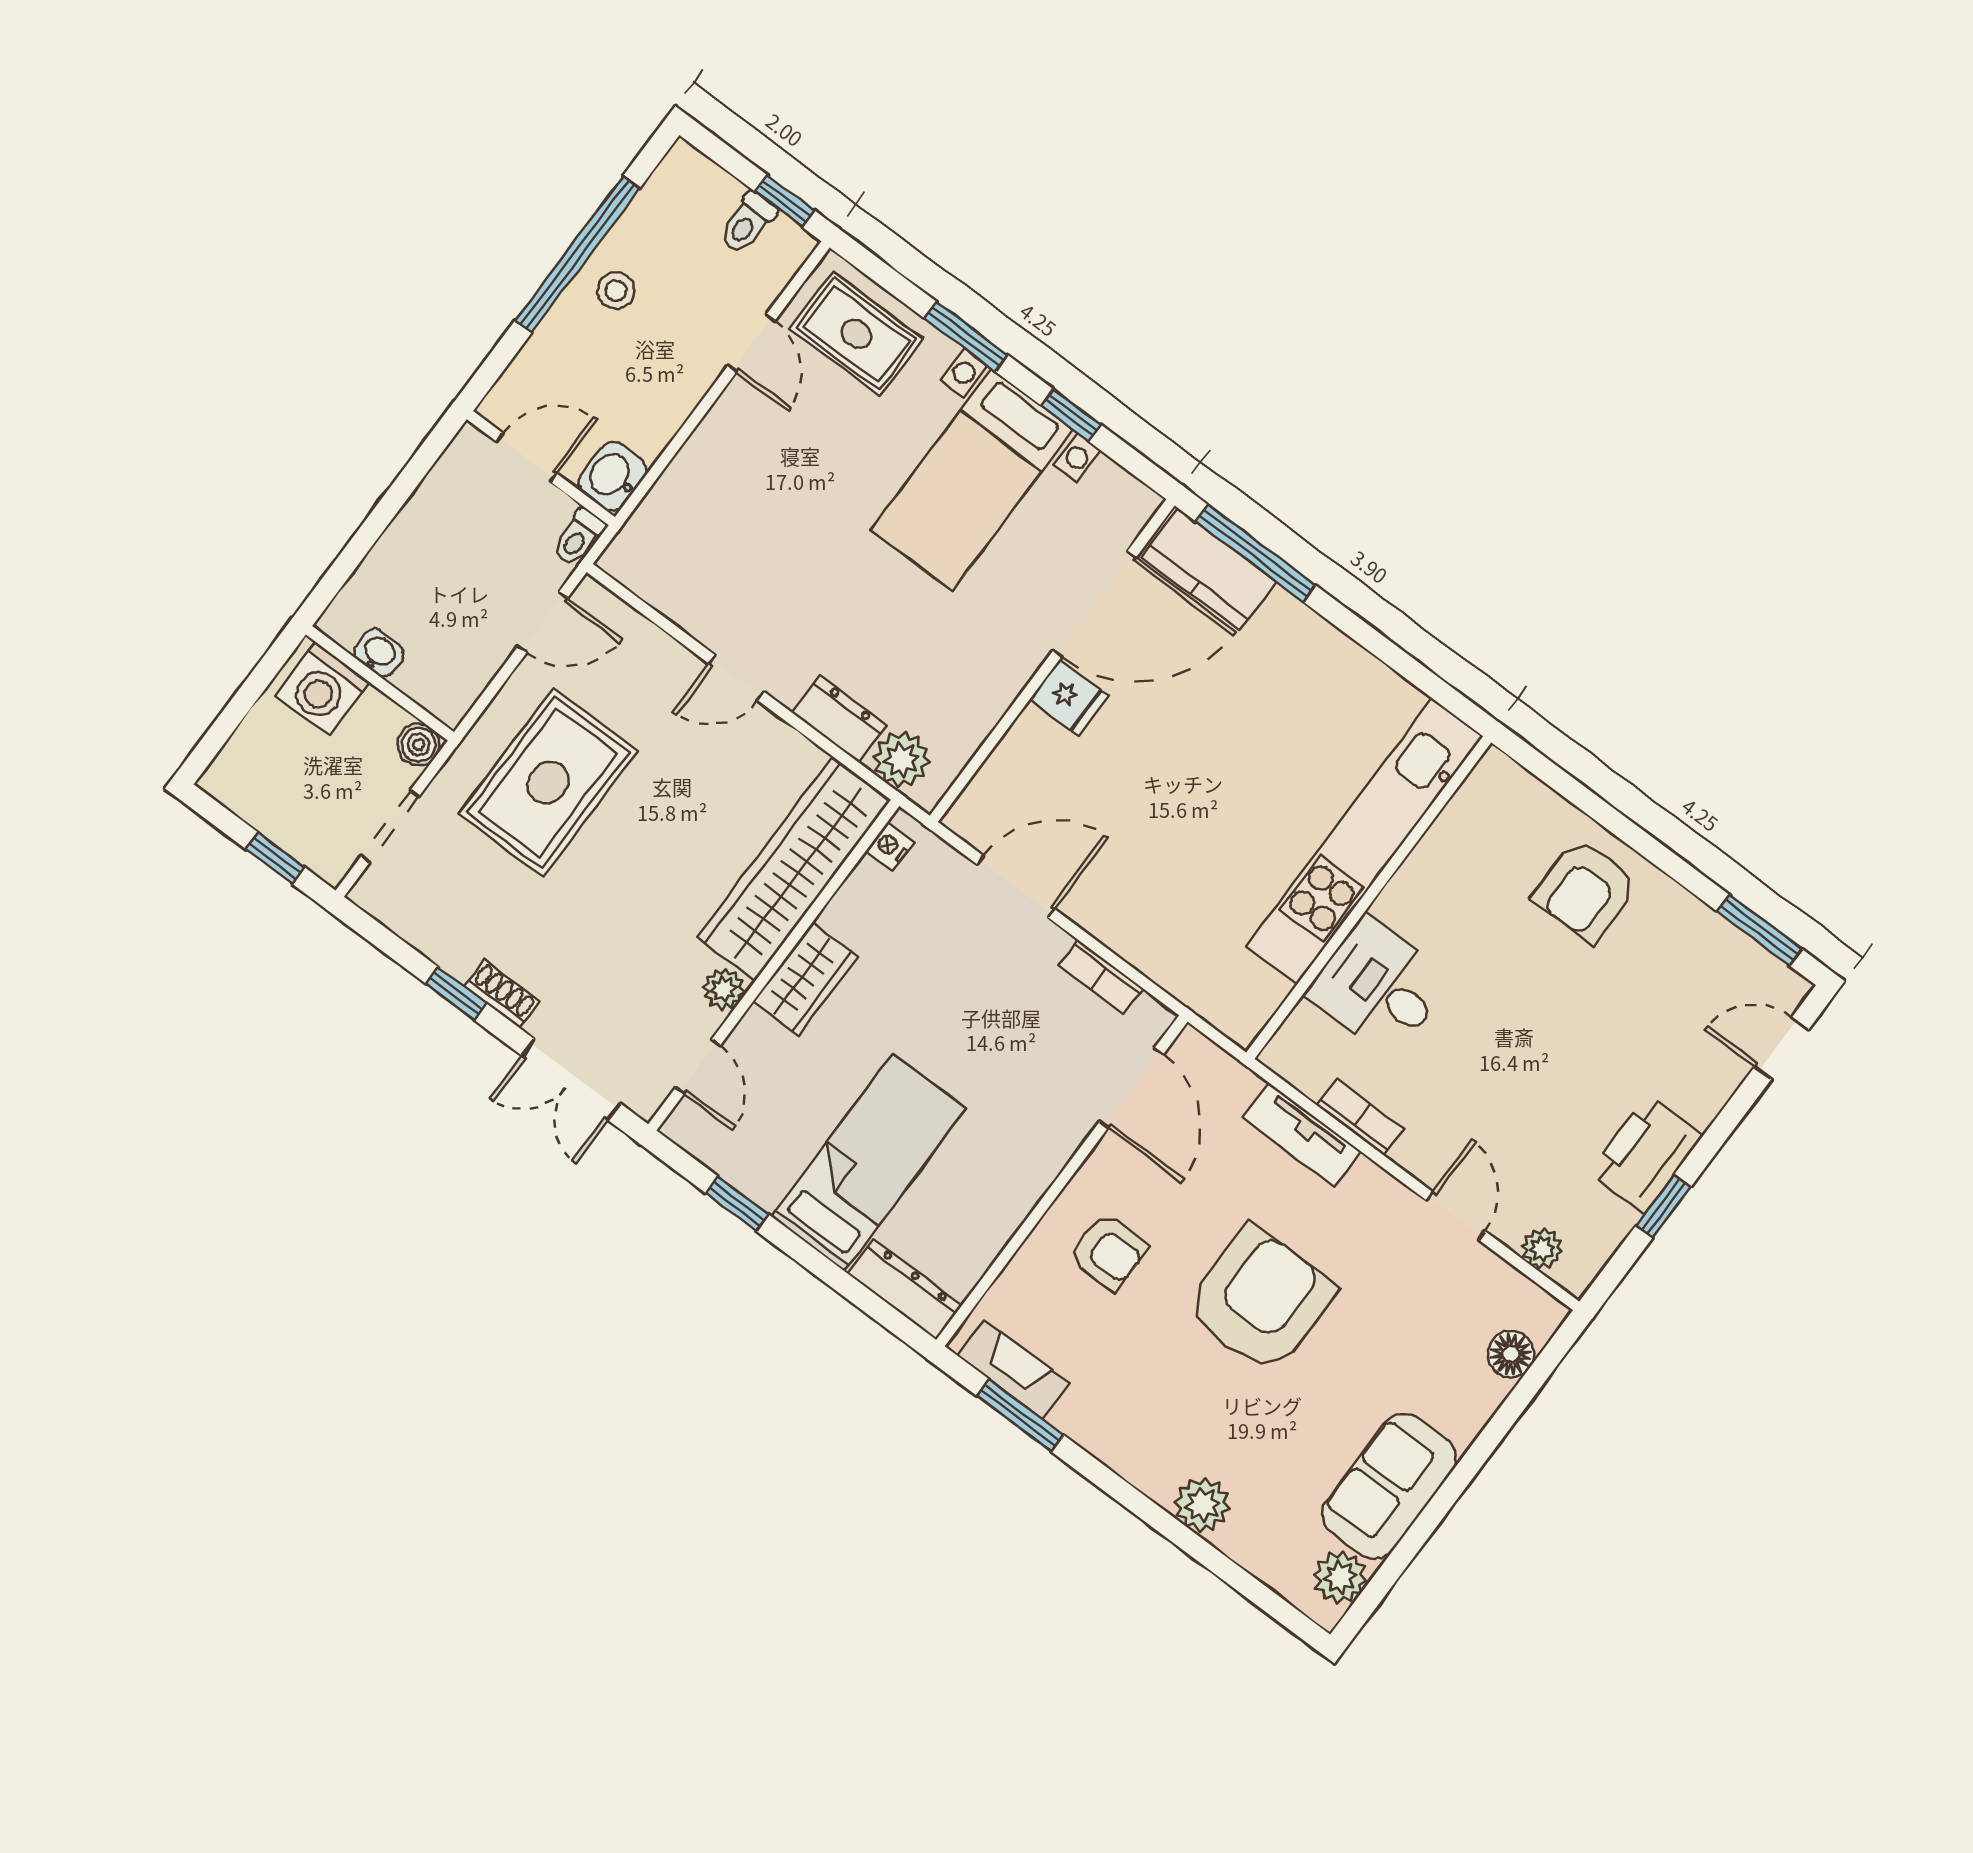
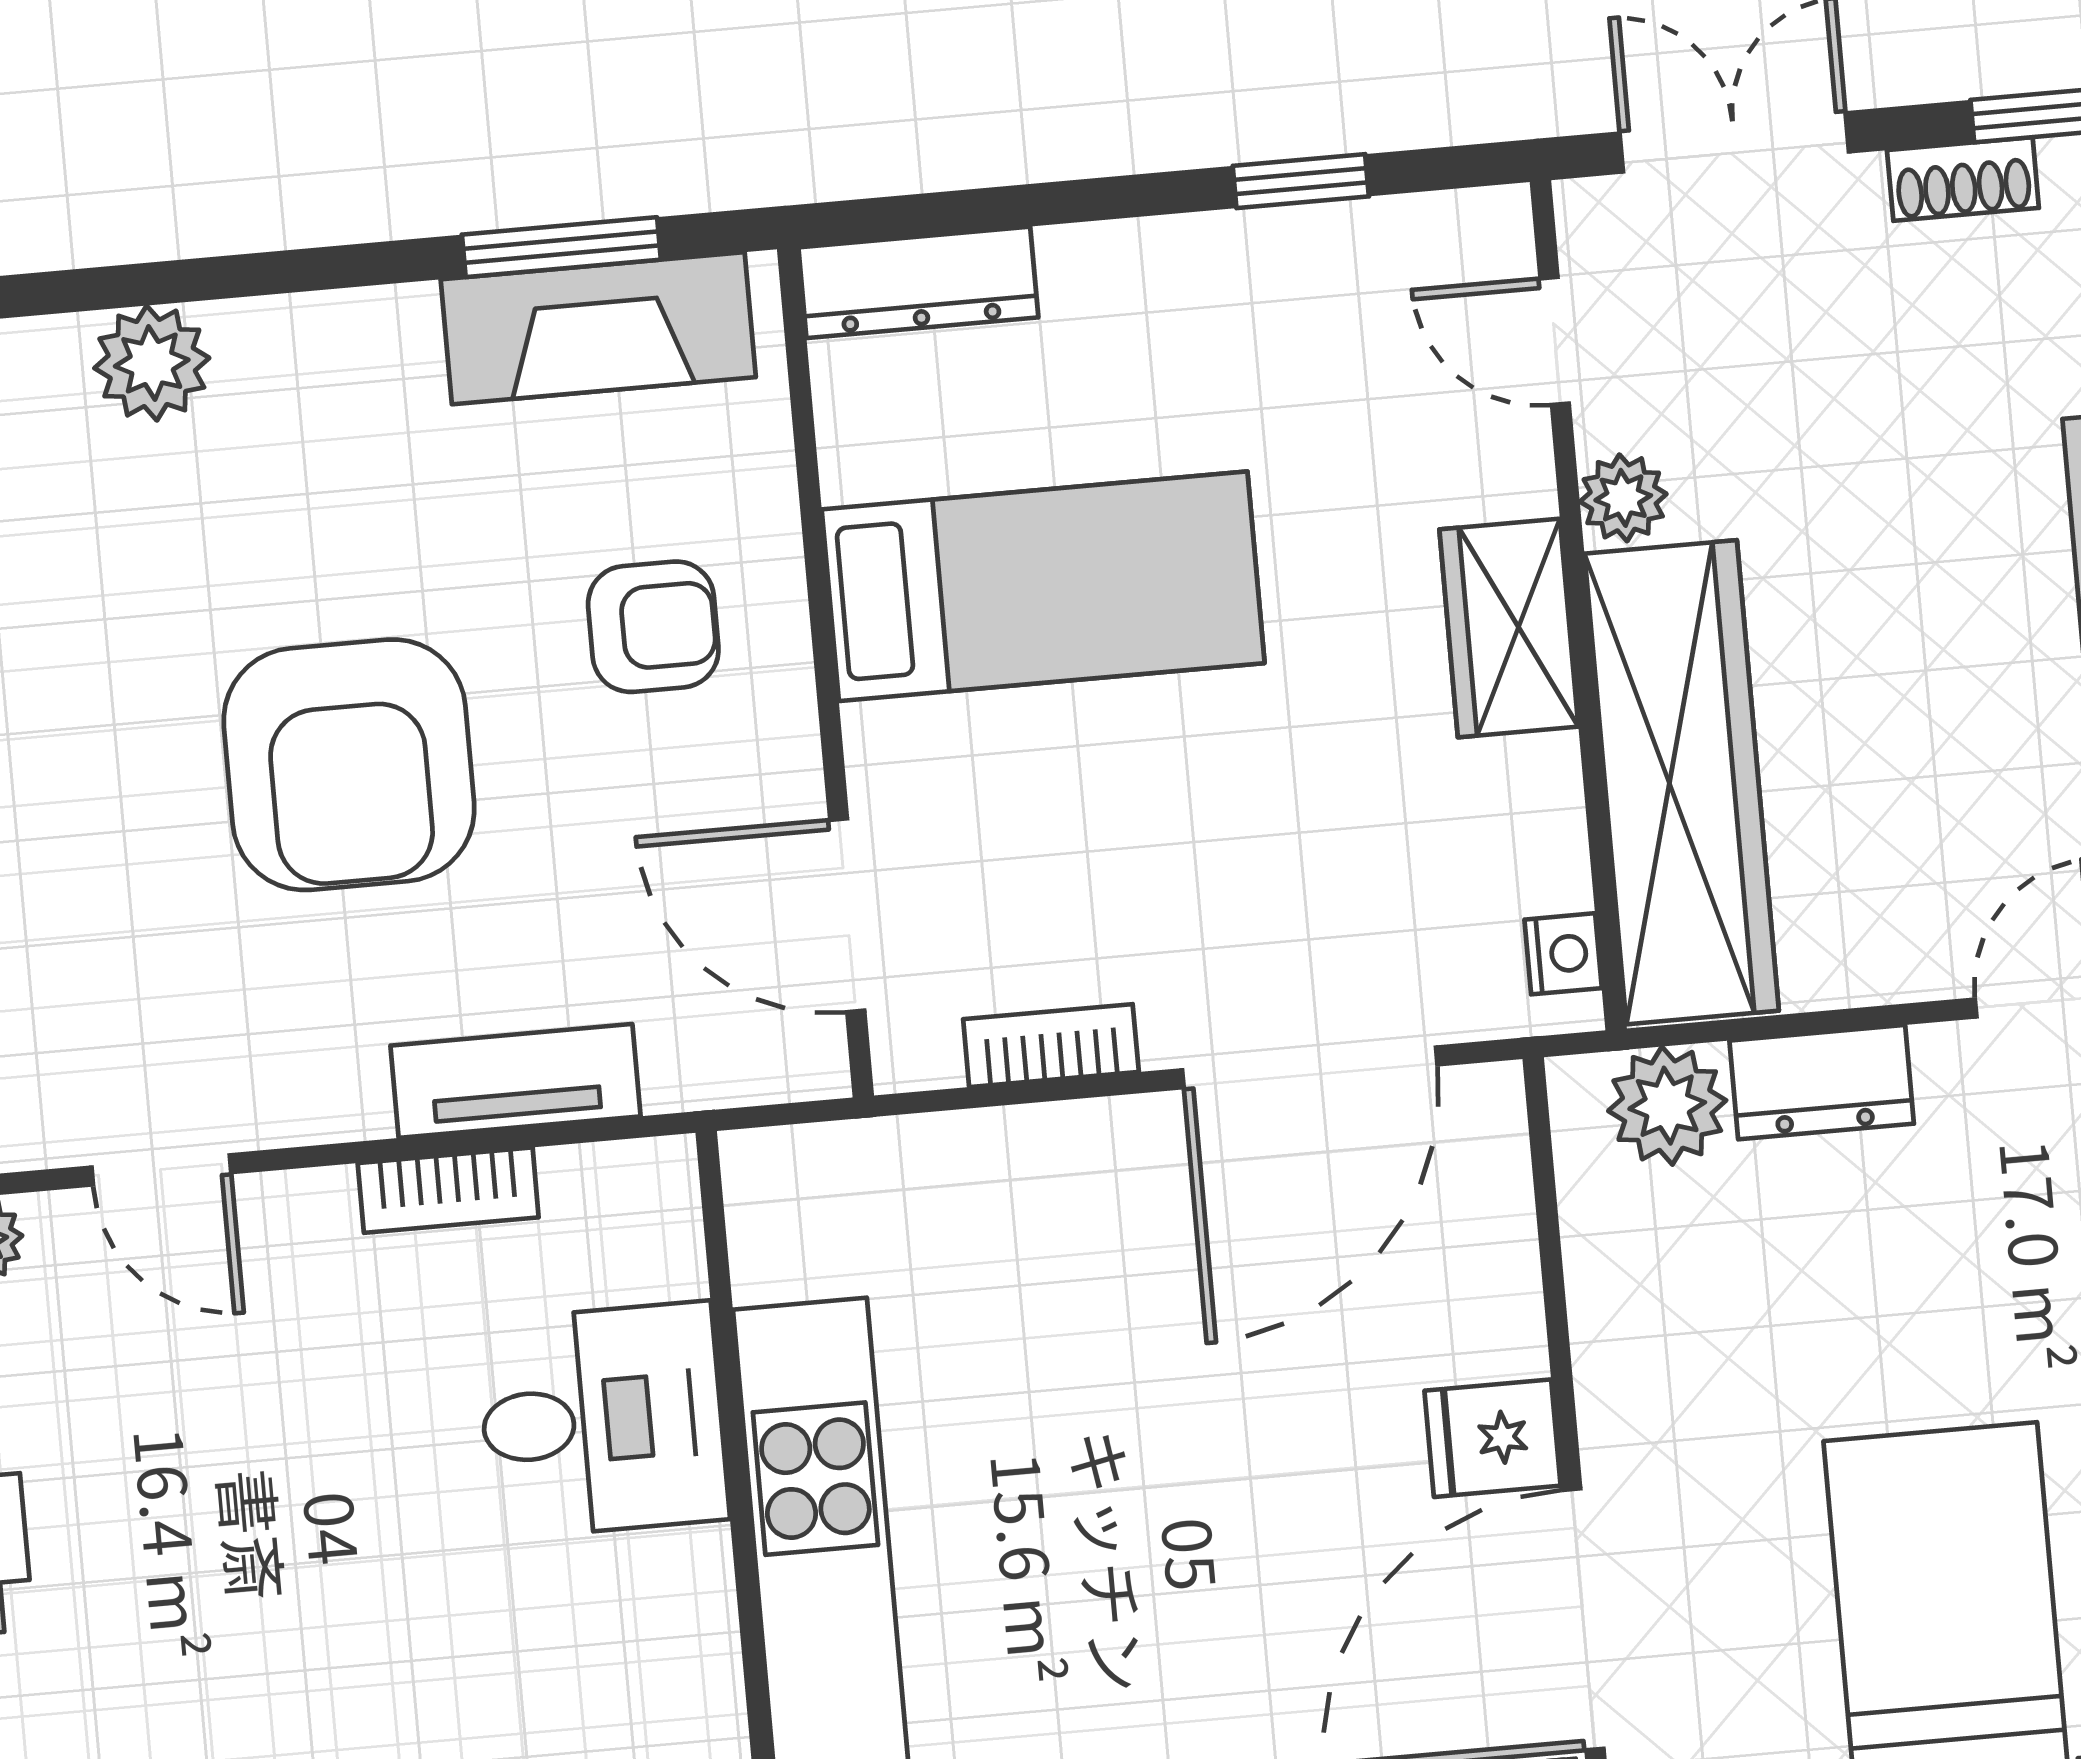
door: (1016, 887) -> (1310, 1067), width x1.36
bed: (869, 1162) -> (1043, 586), moved, turned -90
armchair: (1108, 1252) -> (653, 627), turned 180
fireplace: (1013, 1369) -> (598, 328), width x1.37, depth x1.32

